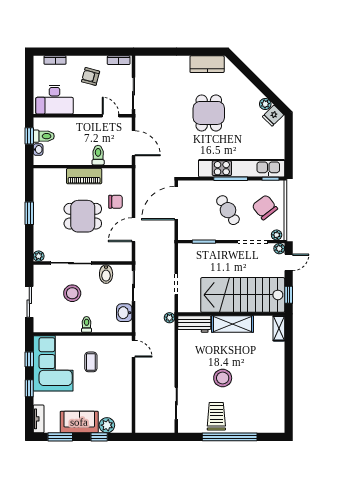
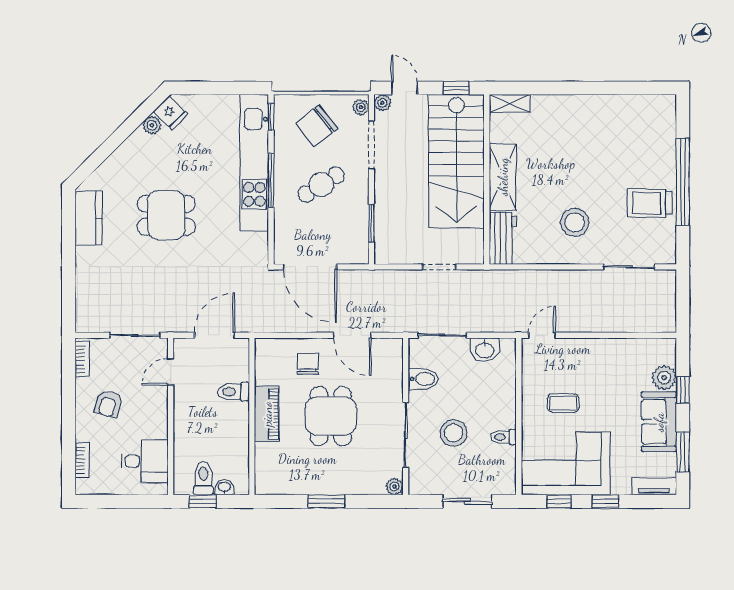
desk: (55, 100) -> (145, 461), width x0.73
plant: (169, 318) -> (493, 278), removed
toilet: (87, 324) -> (503, 437), moved
stool: (223, 378) -> (575, 222), moved

